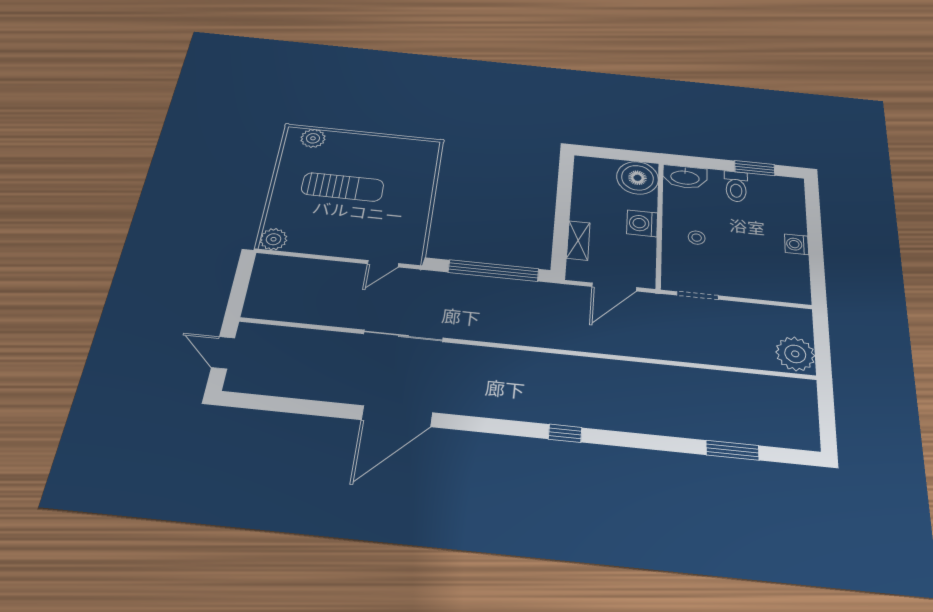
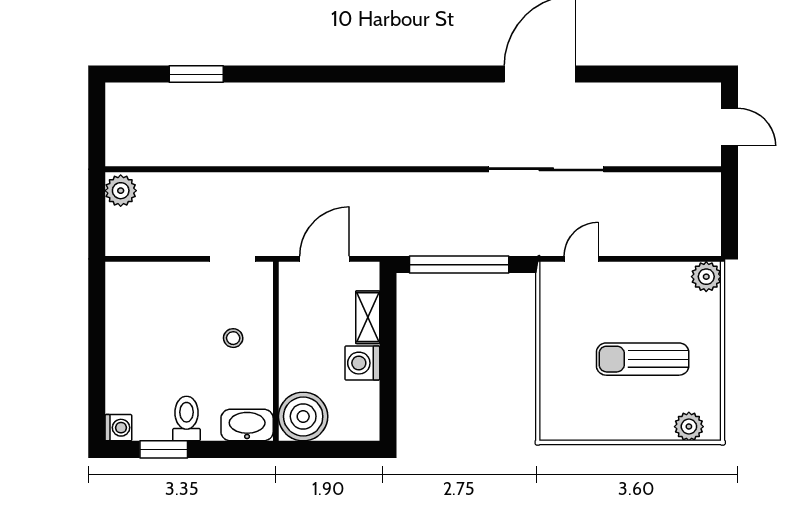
washing machine: (642, 223) -> (362, 363), moved, turned 180
washing machine: (797, 244) -> (118, 428), moved
sliding door: (403, 336) -> (546, 169), width x1.36
plant: (795, 354) -> (121, 191), width x0.73, depth x0.73
window: (565, 433) -> (368, 74), removed

